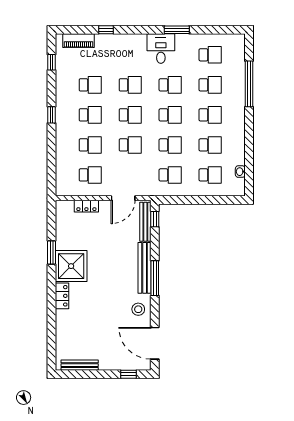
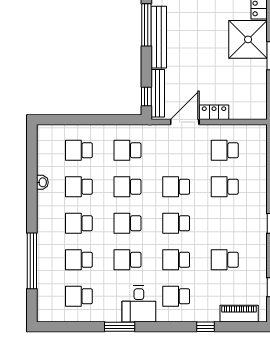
school desk: (90, 115) -> (176, 296), moved
washbasin: (240, 172) -> (42, 182), moved
locker: (86, 206) -> (214, 112), moved

